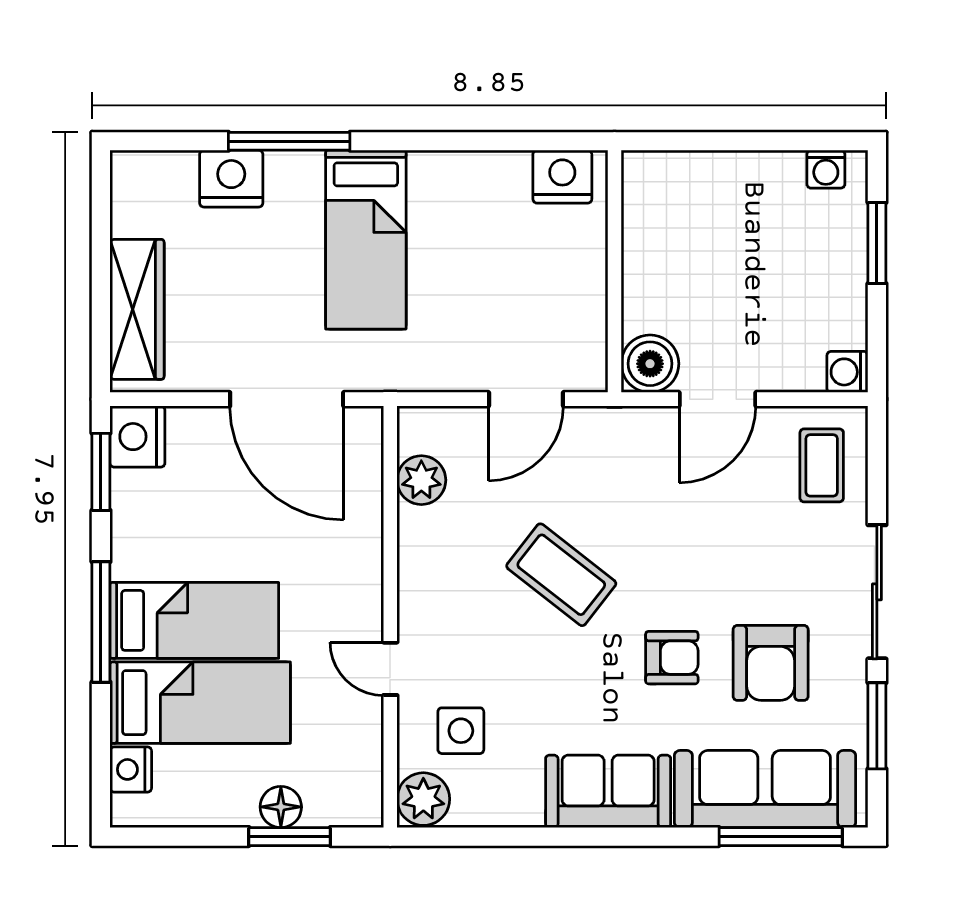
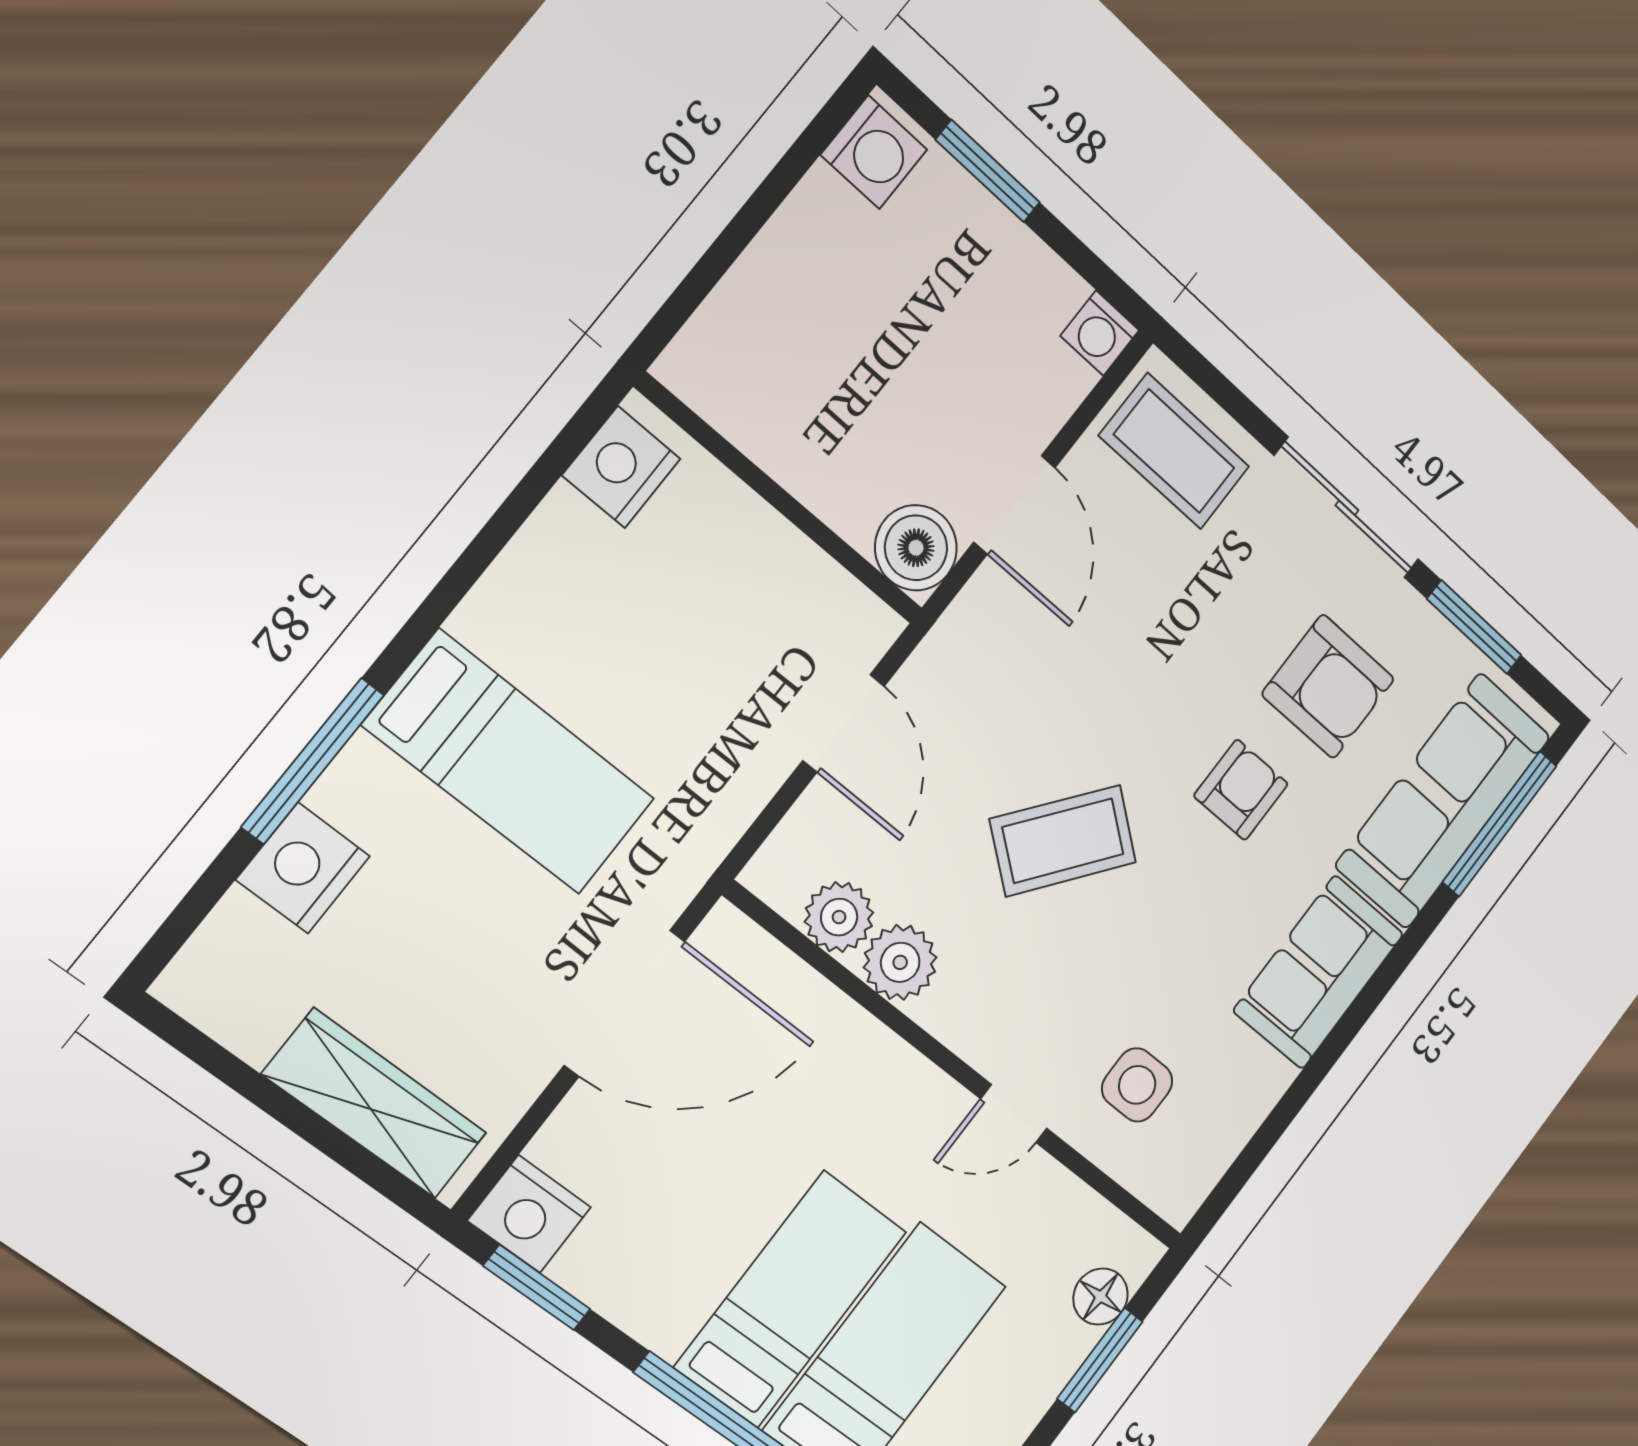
washing machine: (826, 169) -> (874, 152), width x1.38, depth x1.38
coffee table: (822, 465) -> (1174, 451), width x1.36, depth x1.30
plant: (423, 799) -> (900, 962), moved
floor lamp: (281, 807) -> (1101, 1297), moved

